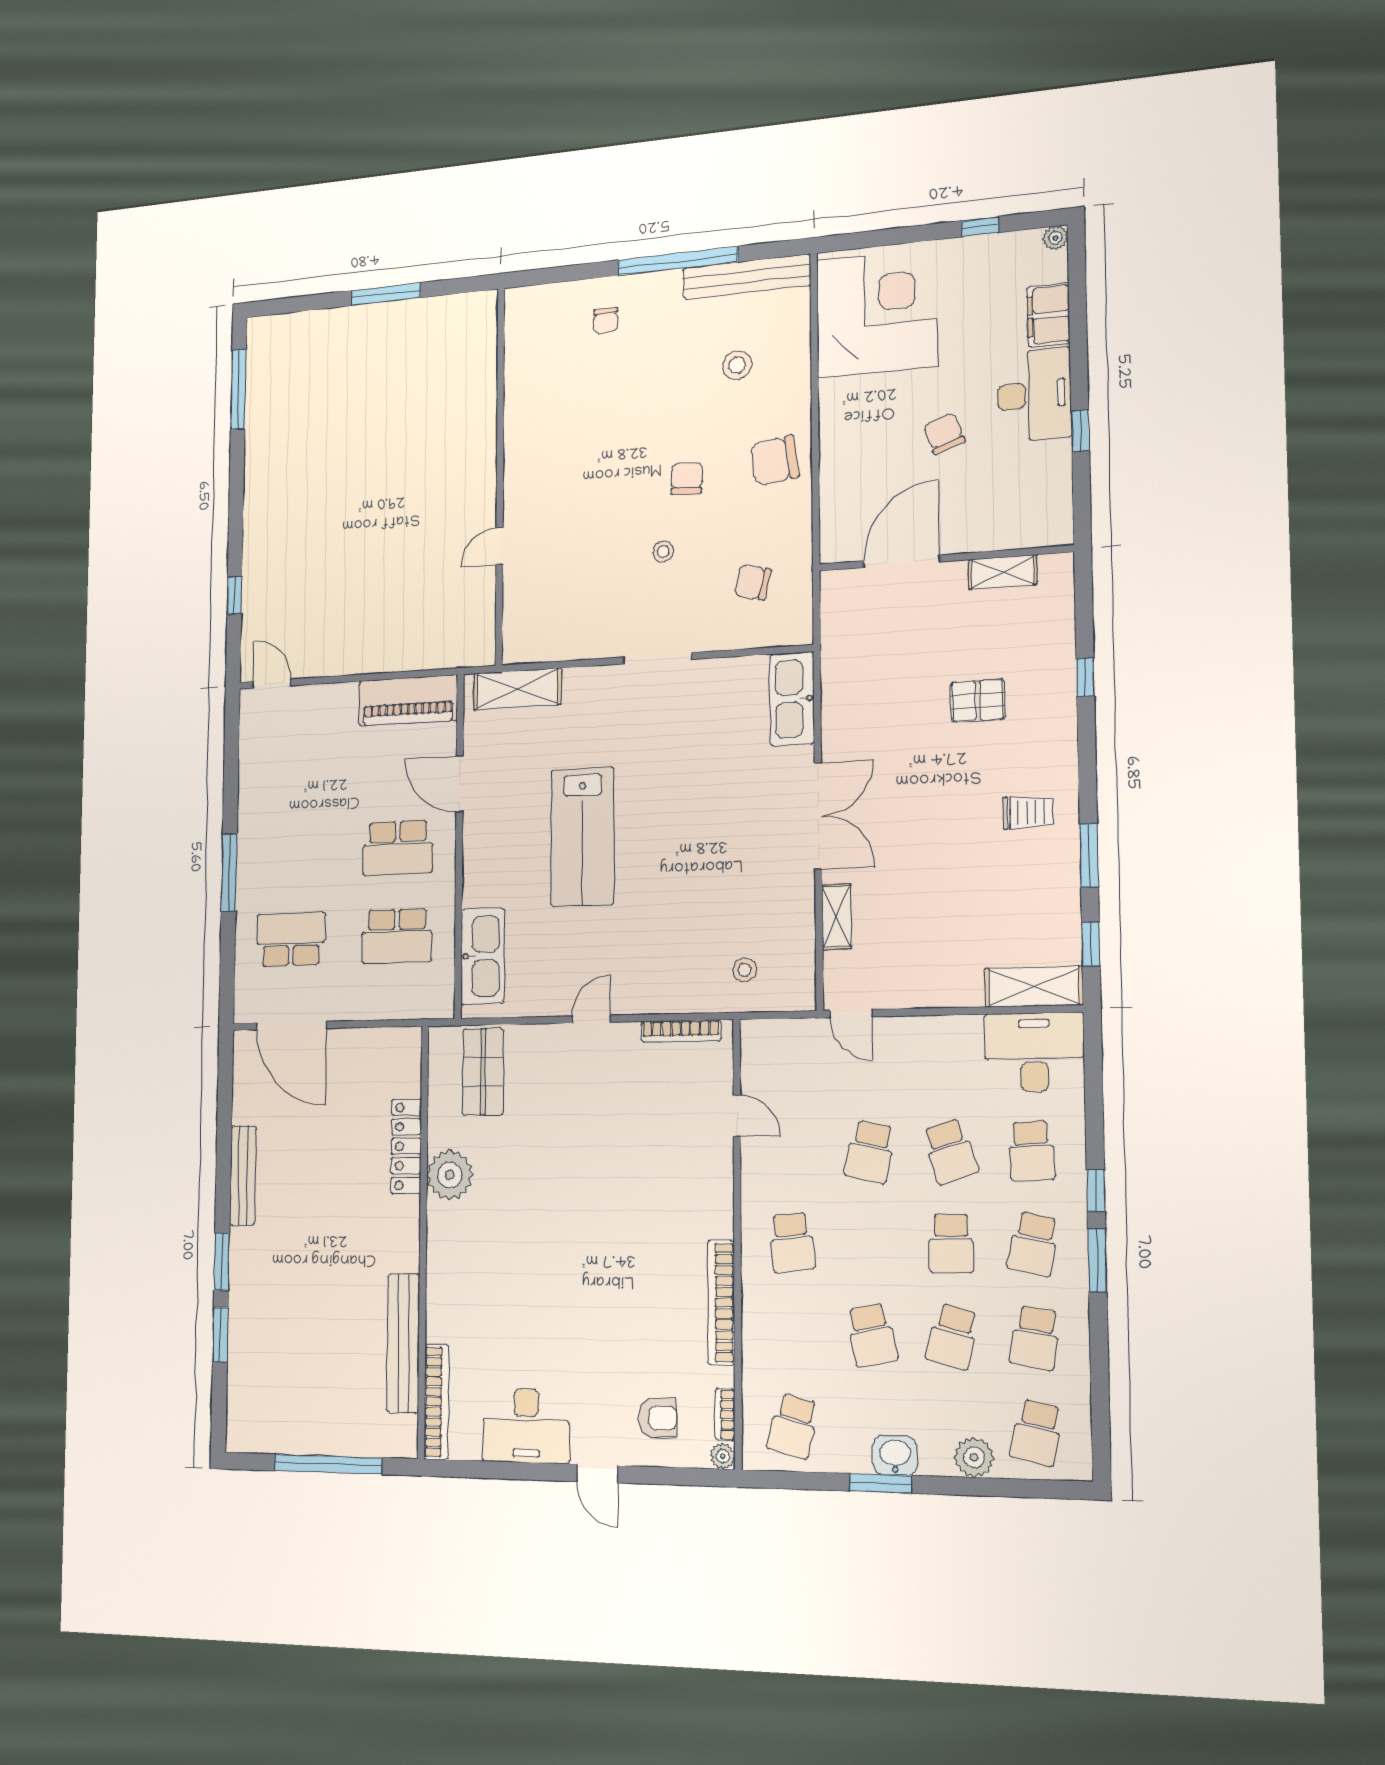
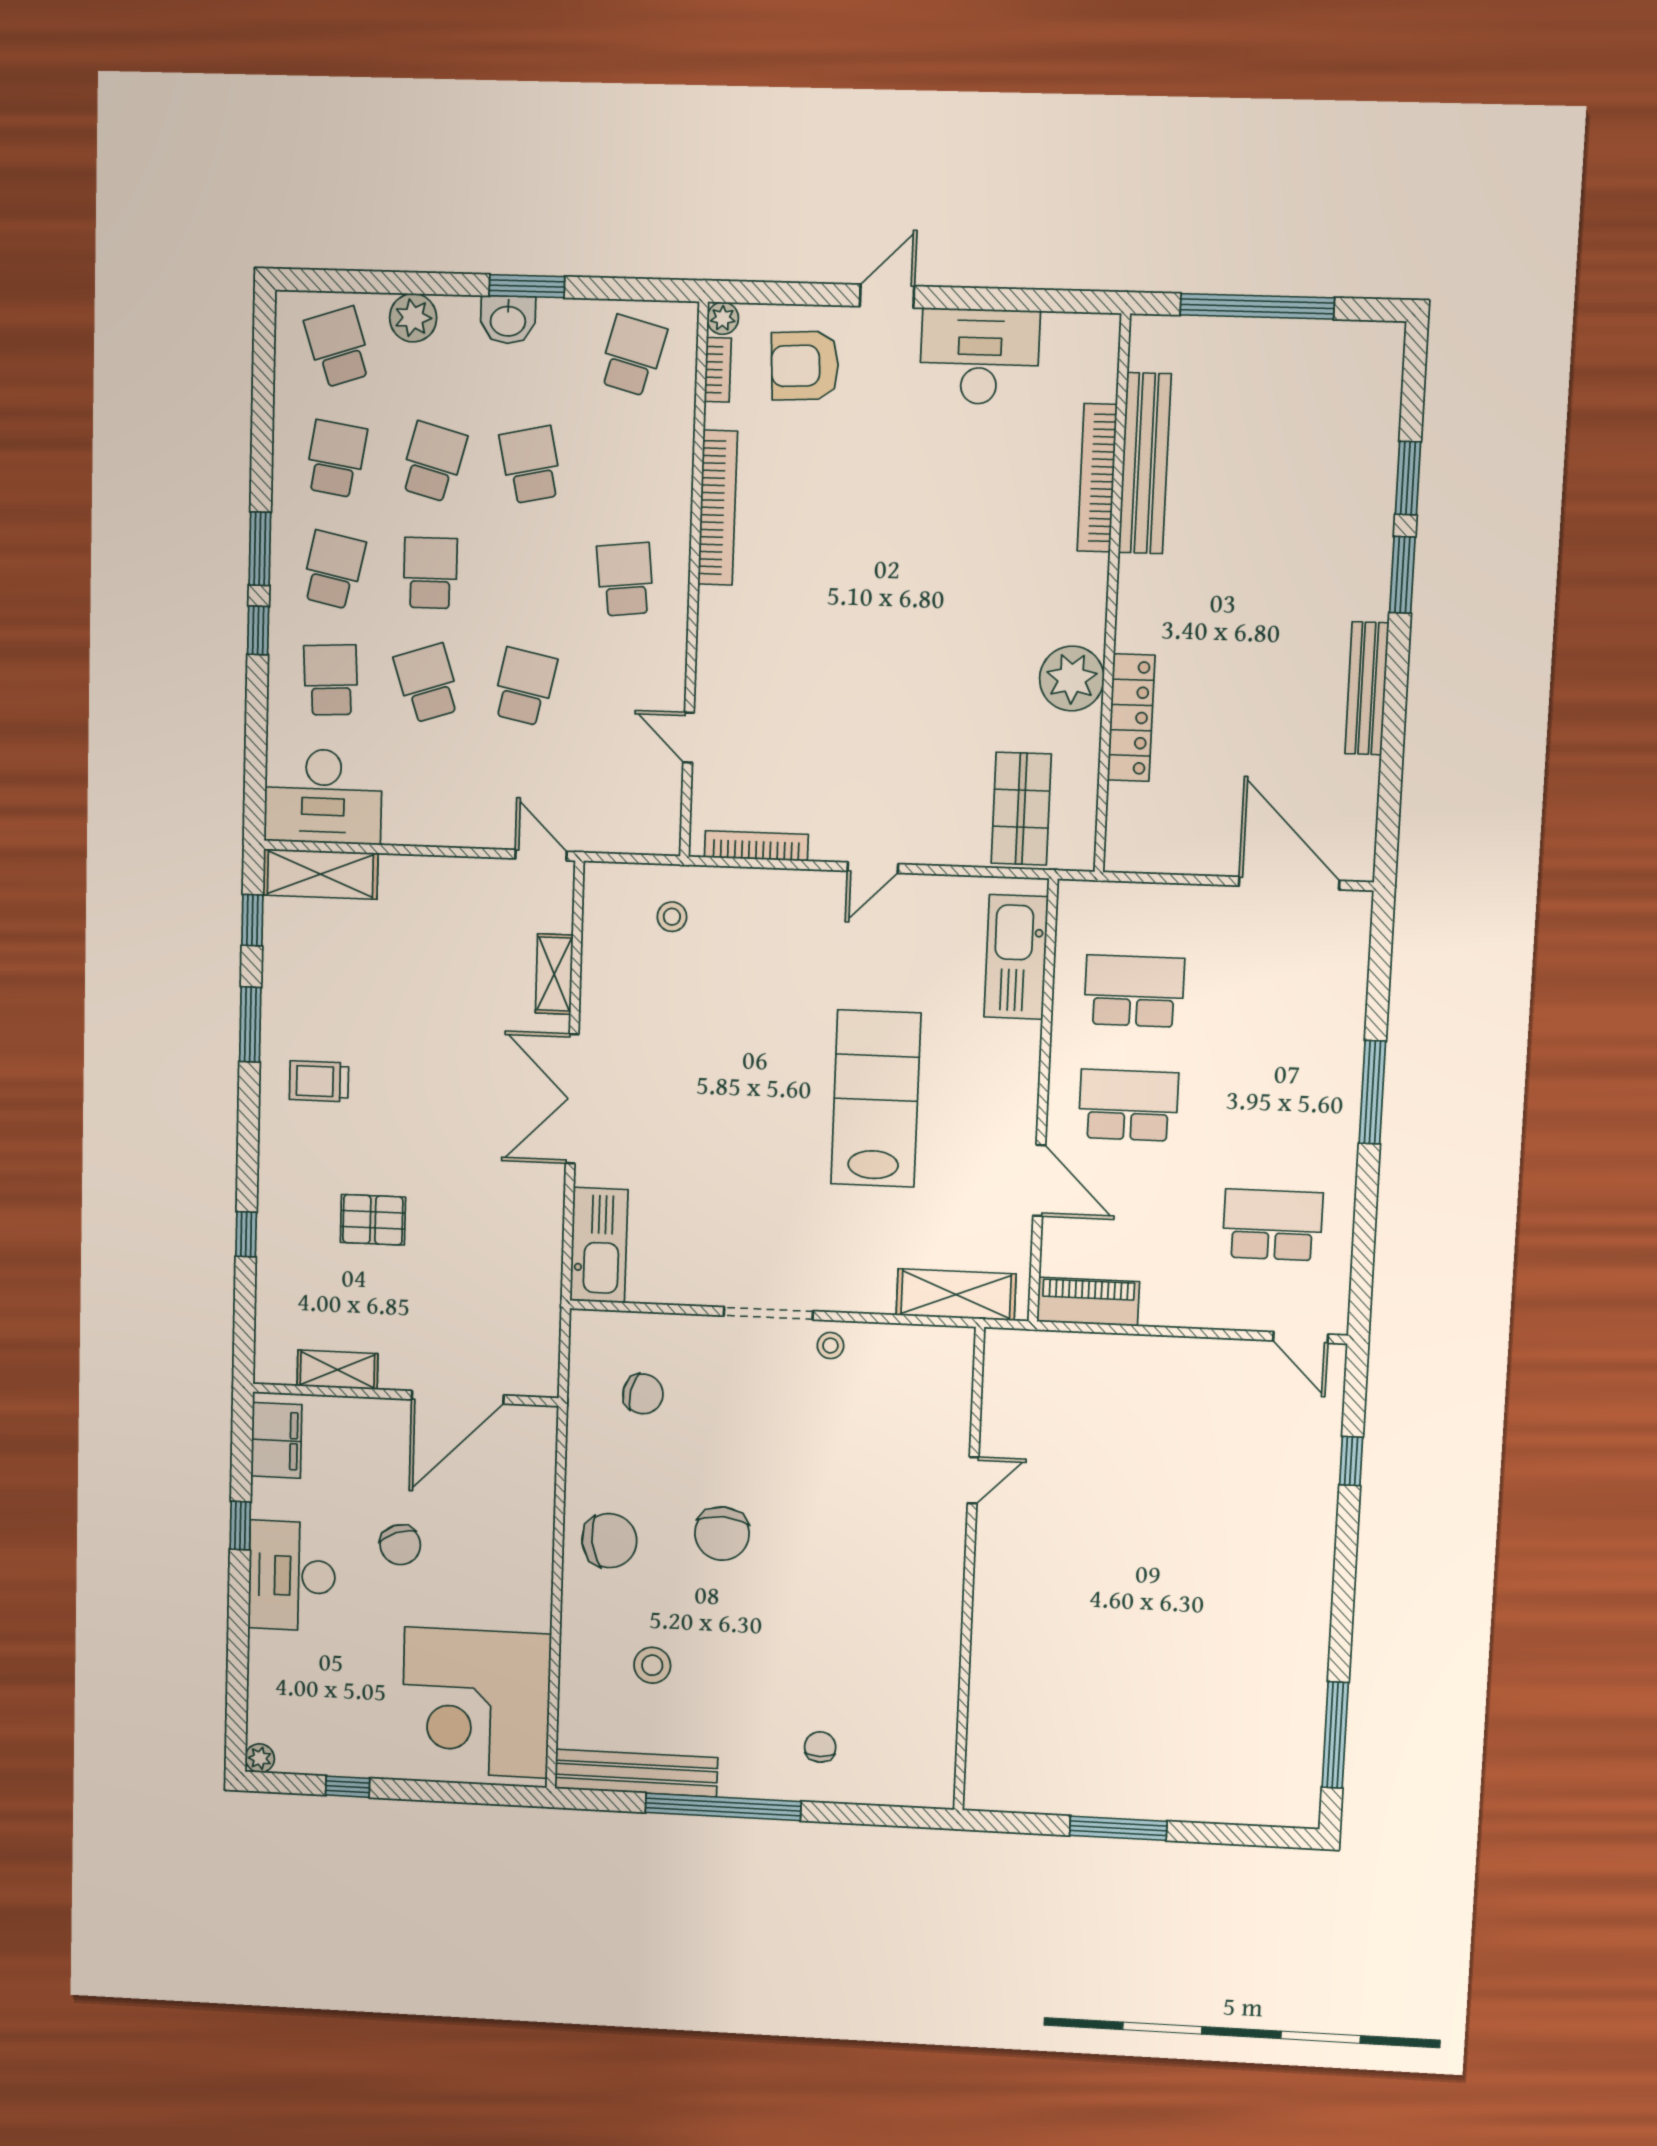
filing cabinet: (1048, 315) -> (276, 1440), moved
chair: (687, 478) -> (722, 1534), width x1.37, depth x1.37
stool: (663, 552) -> (830, 1346), moved
piano: (408, 700) -> (1088, 1302), width x0.73, depth x0.75
school desk: (291, 939) -> (1273, 1225), moved, turned 180
bookcase: (436, 1402) -> (1097, 478), moved
armchair: (658, 1418) -> (805, 366), width x1.38, depth x1.38
school desk: (1037, 1433) -> (338, 347), turned -30
door: (597, 1474) -> (887, 296), hinge flipped

